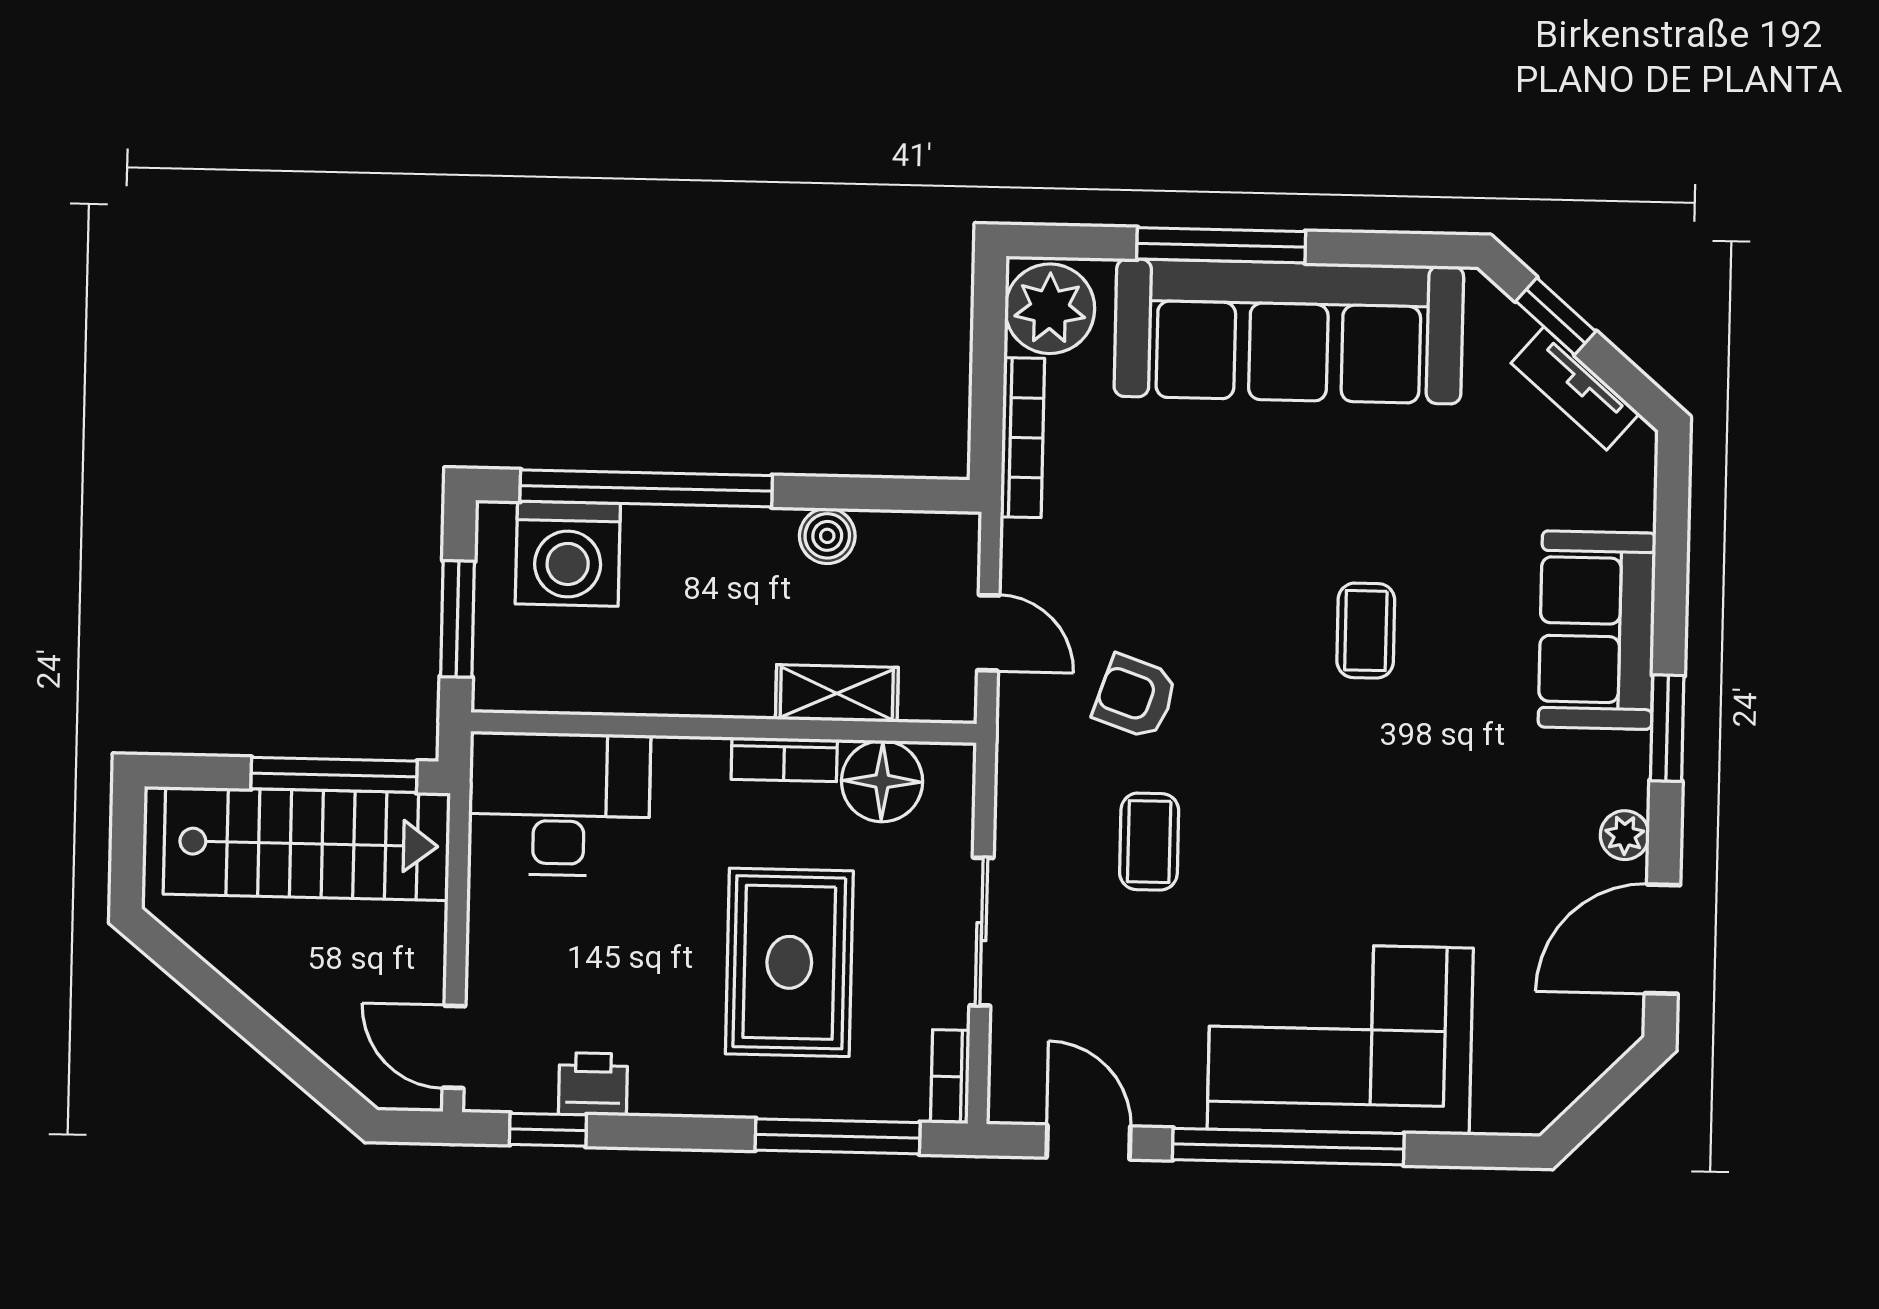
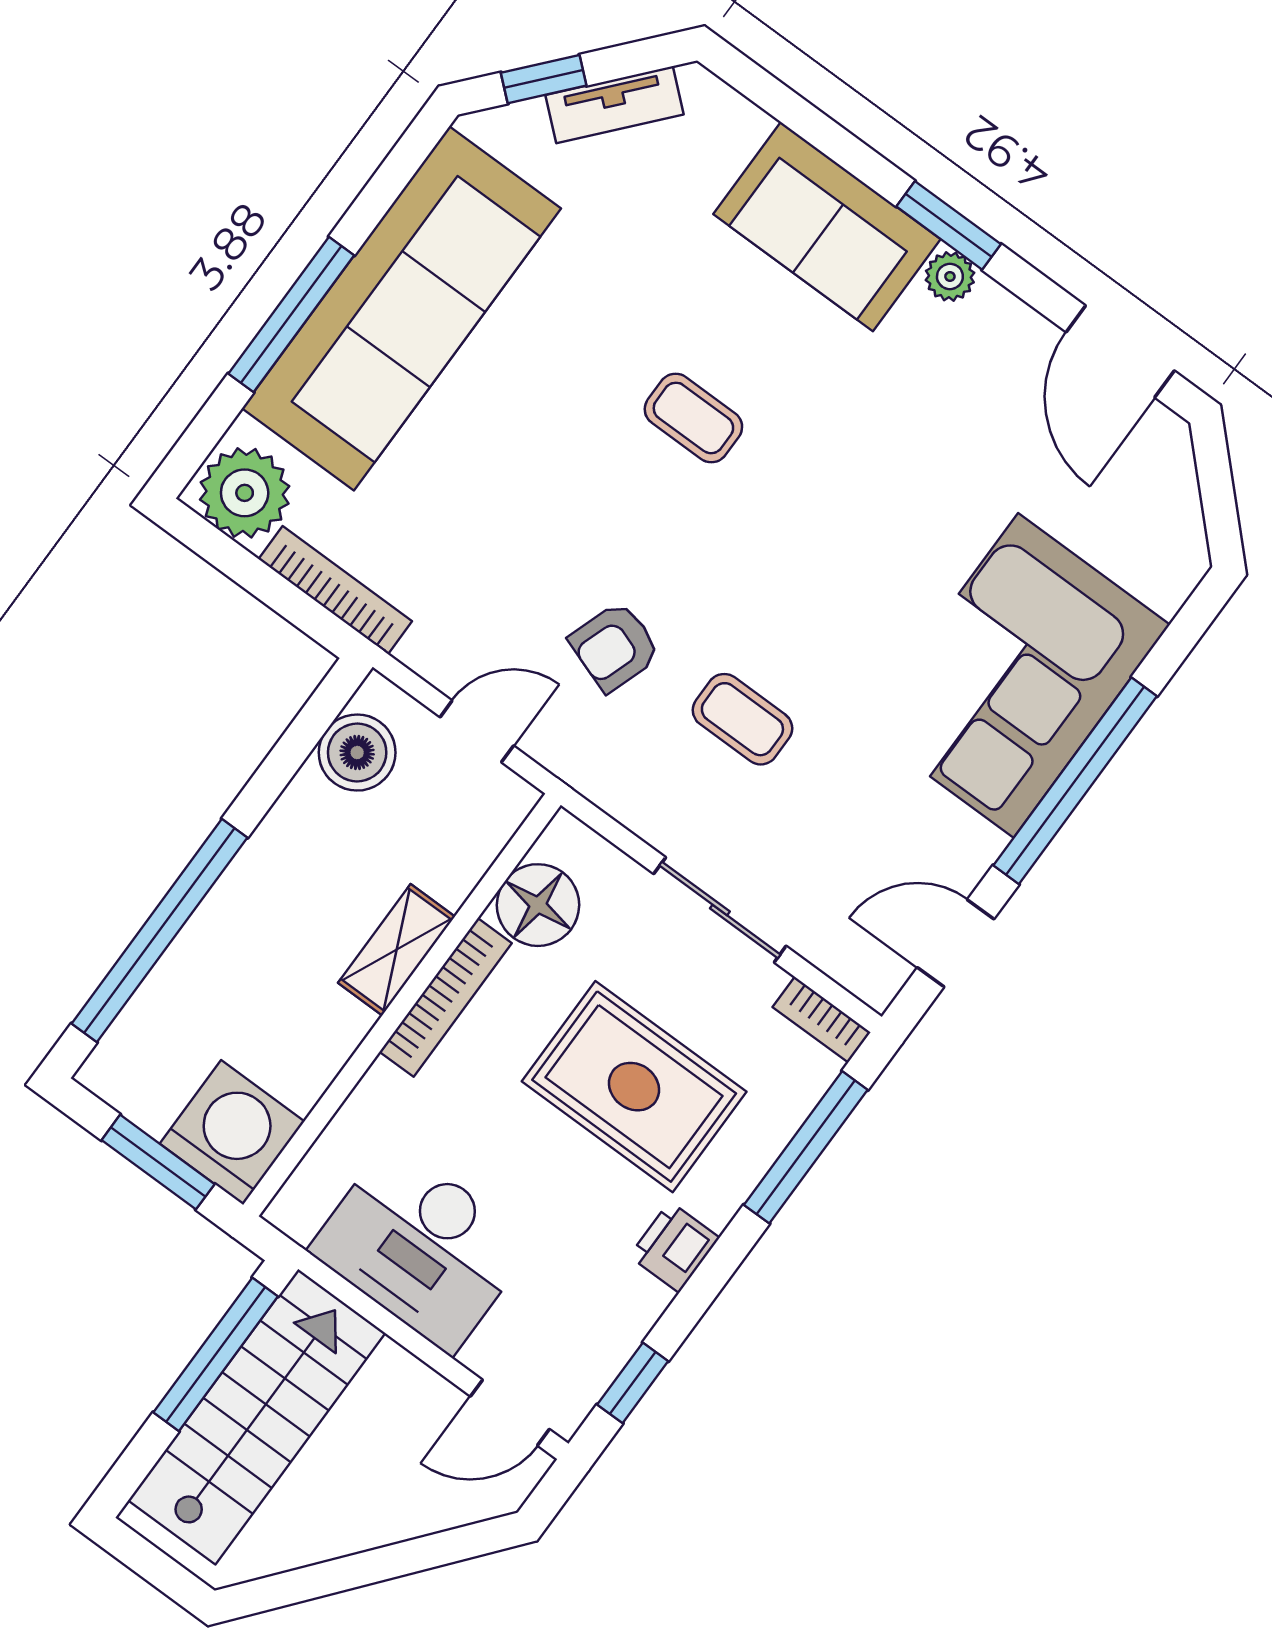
boiler: (827, 536) -> (357, 753), moved, width x1.36, depth x1.36
washing machine: (568, 554) -> (232, 1132), moved, turned -90
shelving: (837, 693) -> (397, 950), moved
bookcase: (784, 759) -> (446, 997), width x1.56
desk: (559, 804) -> (421, 1247), moved, turned -90
plant: (1625, 835) -> (950, 276), moved
printer: (593, 1084) -> (674, 1247), moved

